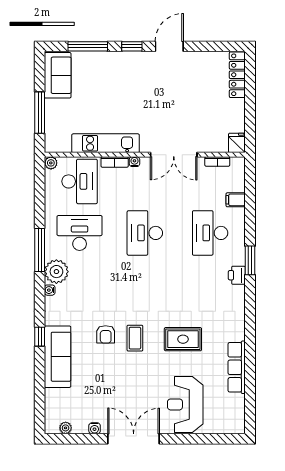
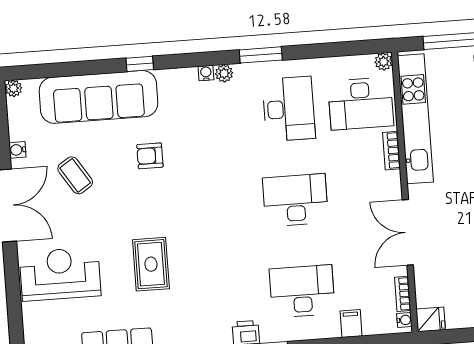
kitchen unit: (106, 143) -> (415, 119), width x1.36
water cooler: (134, 162) -> (404, 320), moved
window: (40, 250) -> (261, 55), width x0.69
plant: (56, 272) -> (224, 73), width x0.53, depth x0.53
coffee table: (135, 338) -> (75, 175), moved, turned 57
sofa: (58, 357) -> (98, 97), width x1.36, depth x1.27
plant: (66, 428) -> (14, 88), moved

